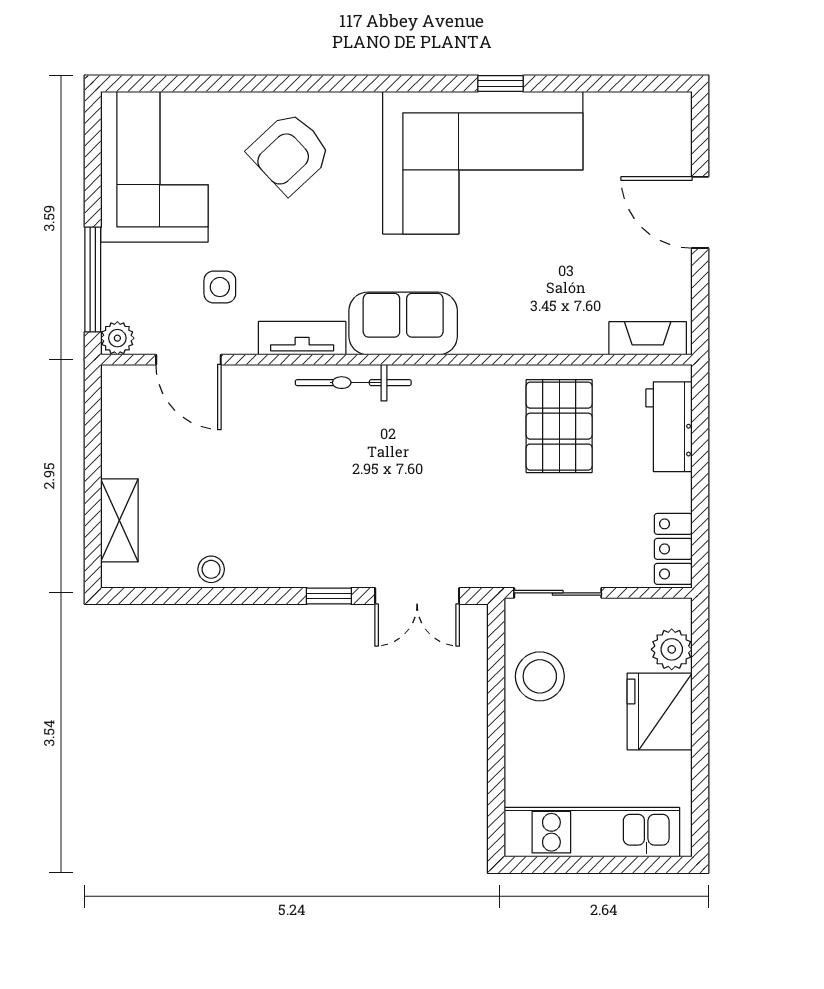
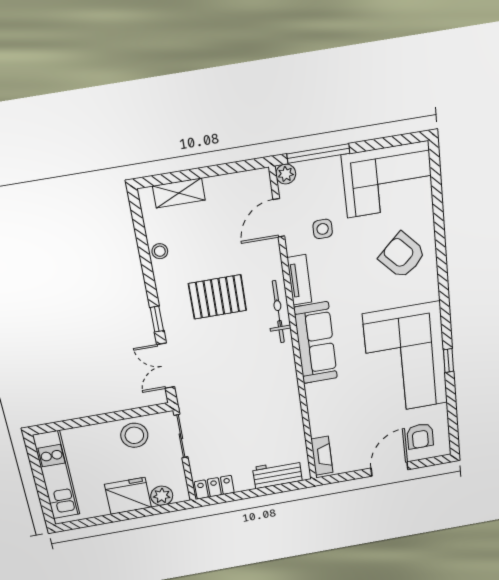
armchair: (643, 148) -> (420, 436), added
sofa: (403, 323) -> (316, 343), width x1.36
pallet: (559, 426) -> (218, 297), moved

